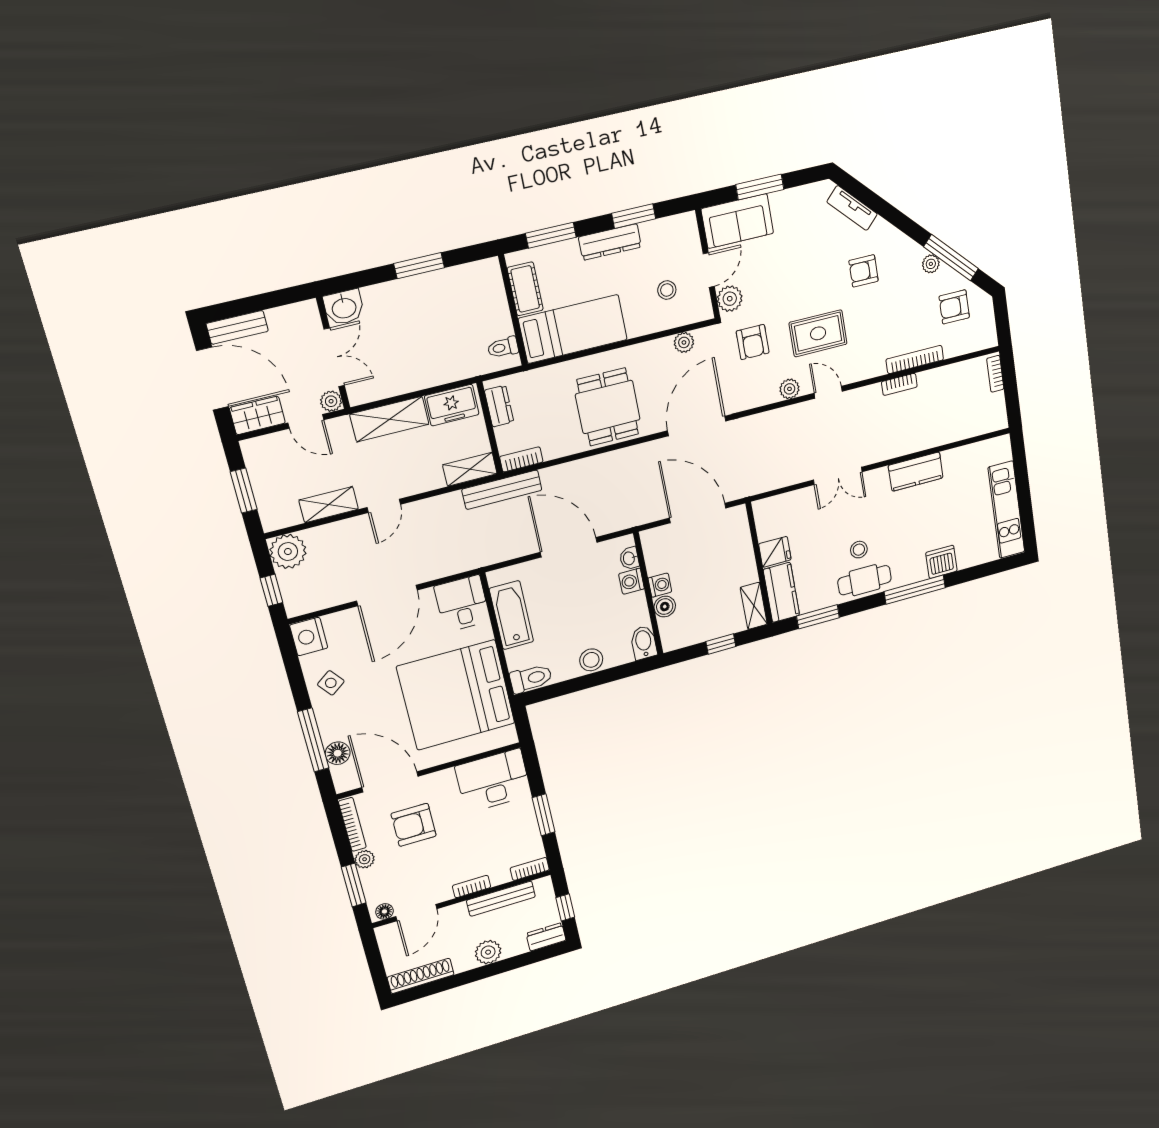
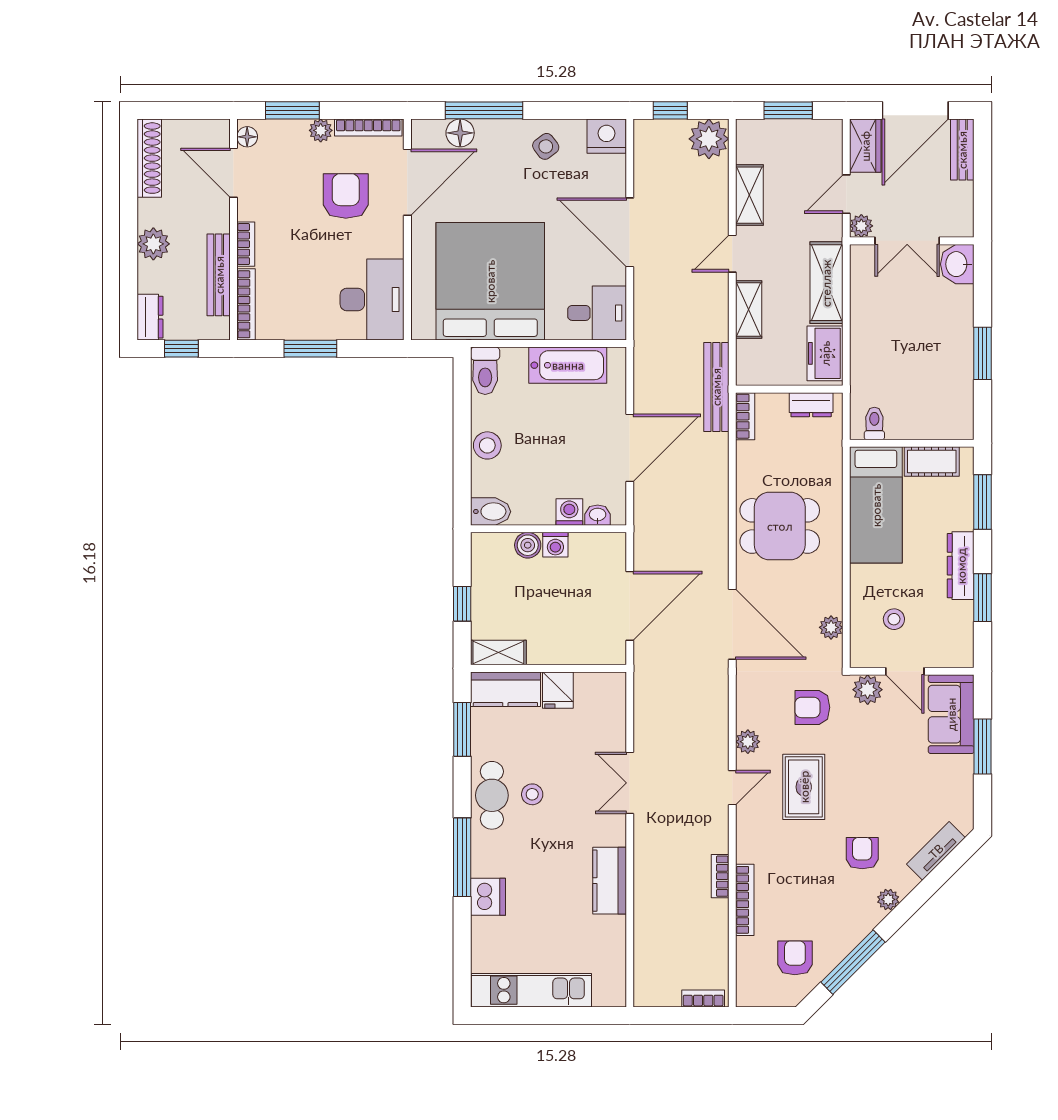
plant: (931, 264) -> (888, 899), moved
shelving: (470, 469) -> (749, 309), moved
door: (384, 506) -> (732, 254), hinge flipped
bookcase: (530, 869) -> (246, 304), width x1.56

